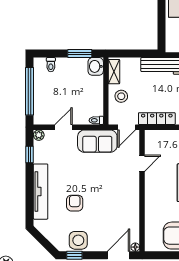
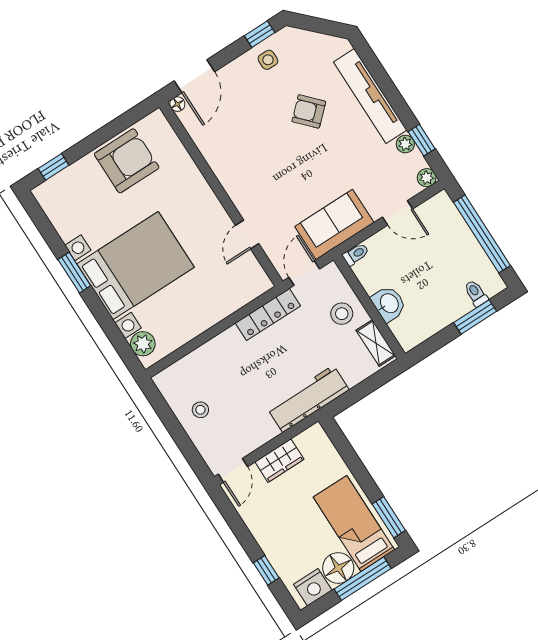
window: (80, 54) -> (475, 317), moved
washbasin: (96, 66) -> (389, 304), moved
door: (64, 127) -> (397, 213), hinge flipped
plant: (39, 158) -> (405, 144), added
armchair: (75, 203) -> (309, 111), turned 137
side table: (78, 240) -> (268, 60), width x0.54, depth x0.54

